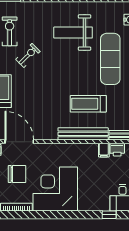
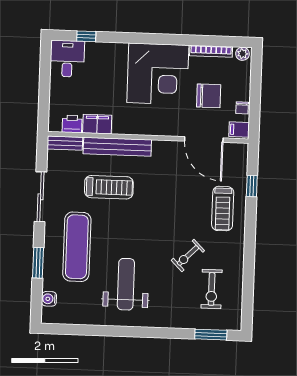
weight bench: (73, 33) -> (126, 284), turned -90
filing cabinet: (104, 150) -> (97, 124), width x2.00
chair: (17, 174) -> (209, 96), turned 180

